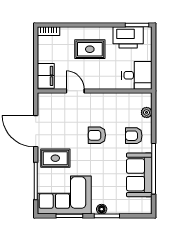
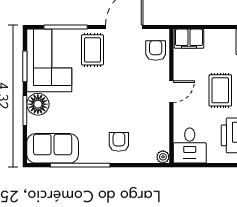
door: (75, 91) -> (171, 92), moved
plant: (147, 112) -> (163, 157), moved
armchair: (97, 135) -> (156, 51), moved
sofa: (139, 175) -> (53, 148), moved
floor lamp: (102, 209) -> (38, 104), width x1.89, depth x1.89

